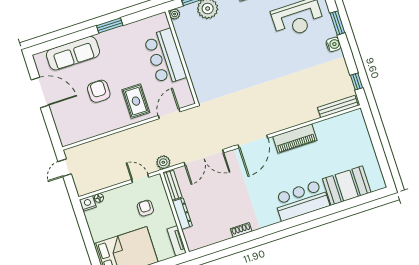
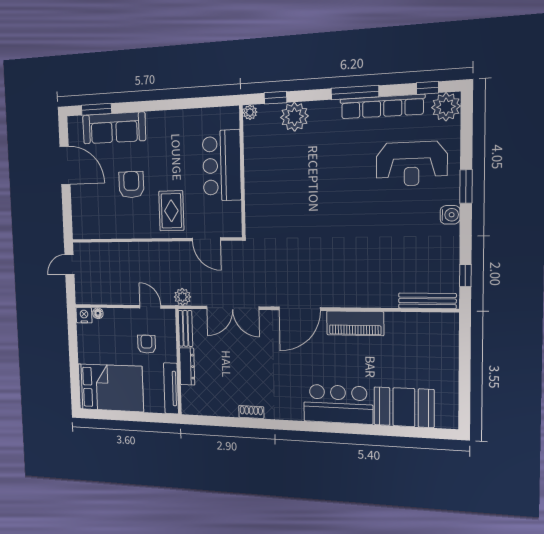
window: (110, 25) -> (96, 109), moved
door: (169, 114) -> (206, 239), swing flipped
tv unit: (177, 241) -> (171, 388), width x1.41

